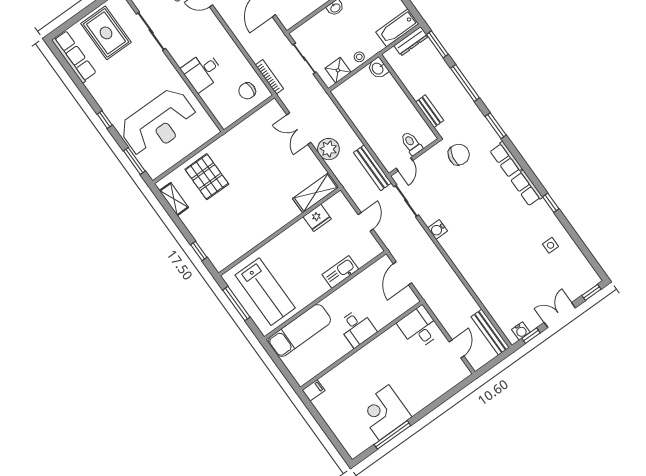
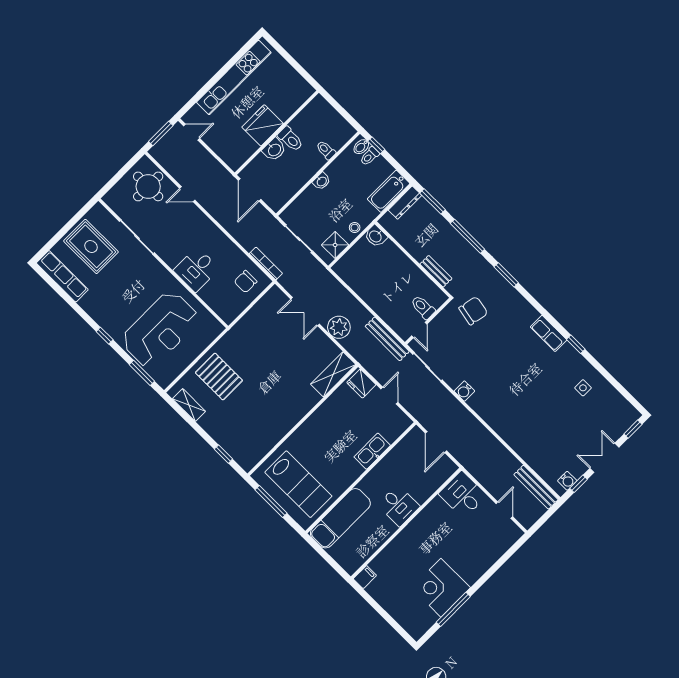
row of seats: (506, 159) -> (523, 308), removed
fridge: (317, 218) -> (361, 384), moved, turned 90

